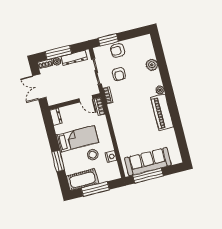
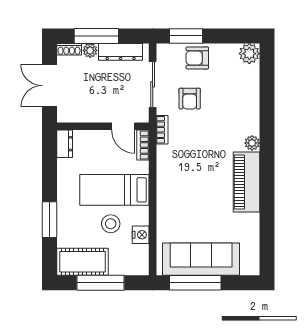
plant: (152, 65) -> (249, 54), moved
bed: (77, 139) -> (114, 190), moved, turned 180

